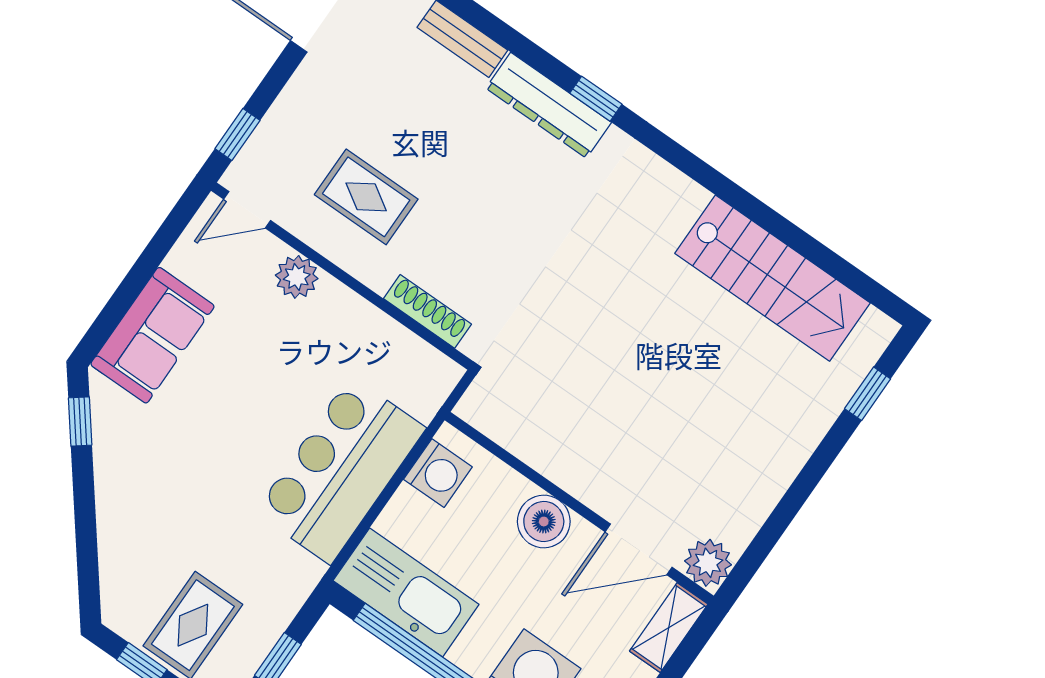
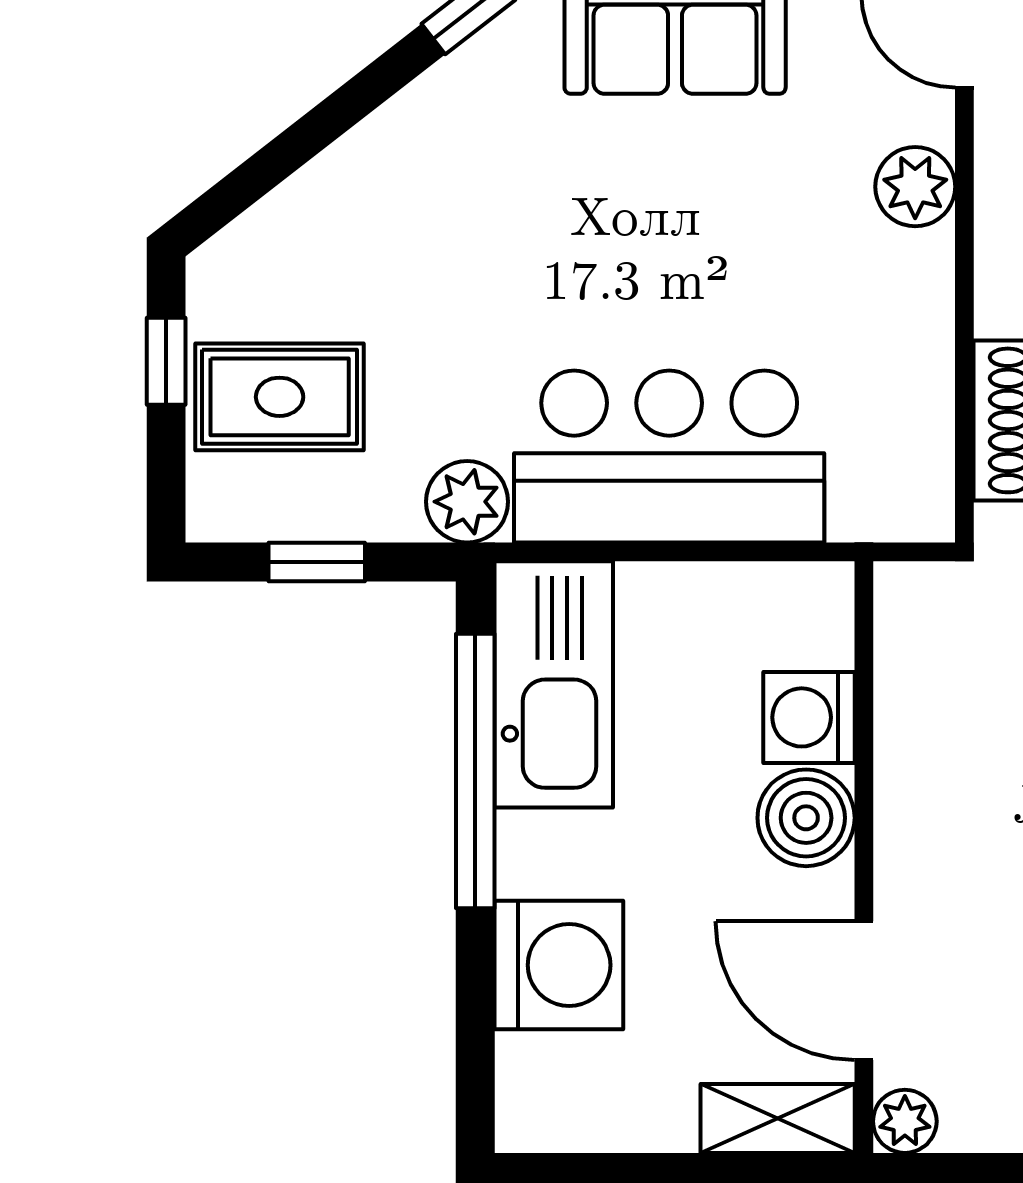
washing machine: (438, 473) -> (809, 717), moved, turned 90
plant: (708, 563) -> (905, 1121), width x0.73, depth x0.73
plant: (298, 574) -> (467, 502), added

